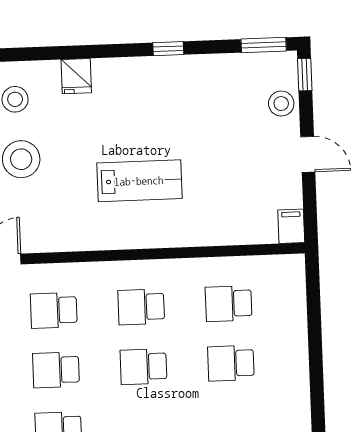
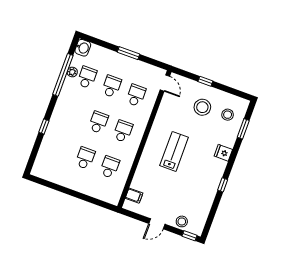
window: (264, 45) -> (243, 129), moved
fridge: (76, 76) -> (223, 153), moved
lab bench: (139, 181) -> (174, 151), turned 180
filing cabinet: (291, 226) -> (134, 196), moved

